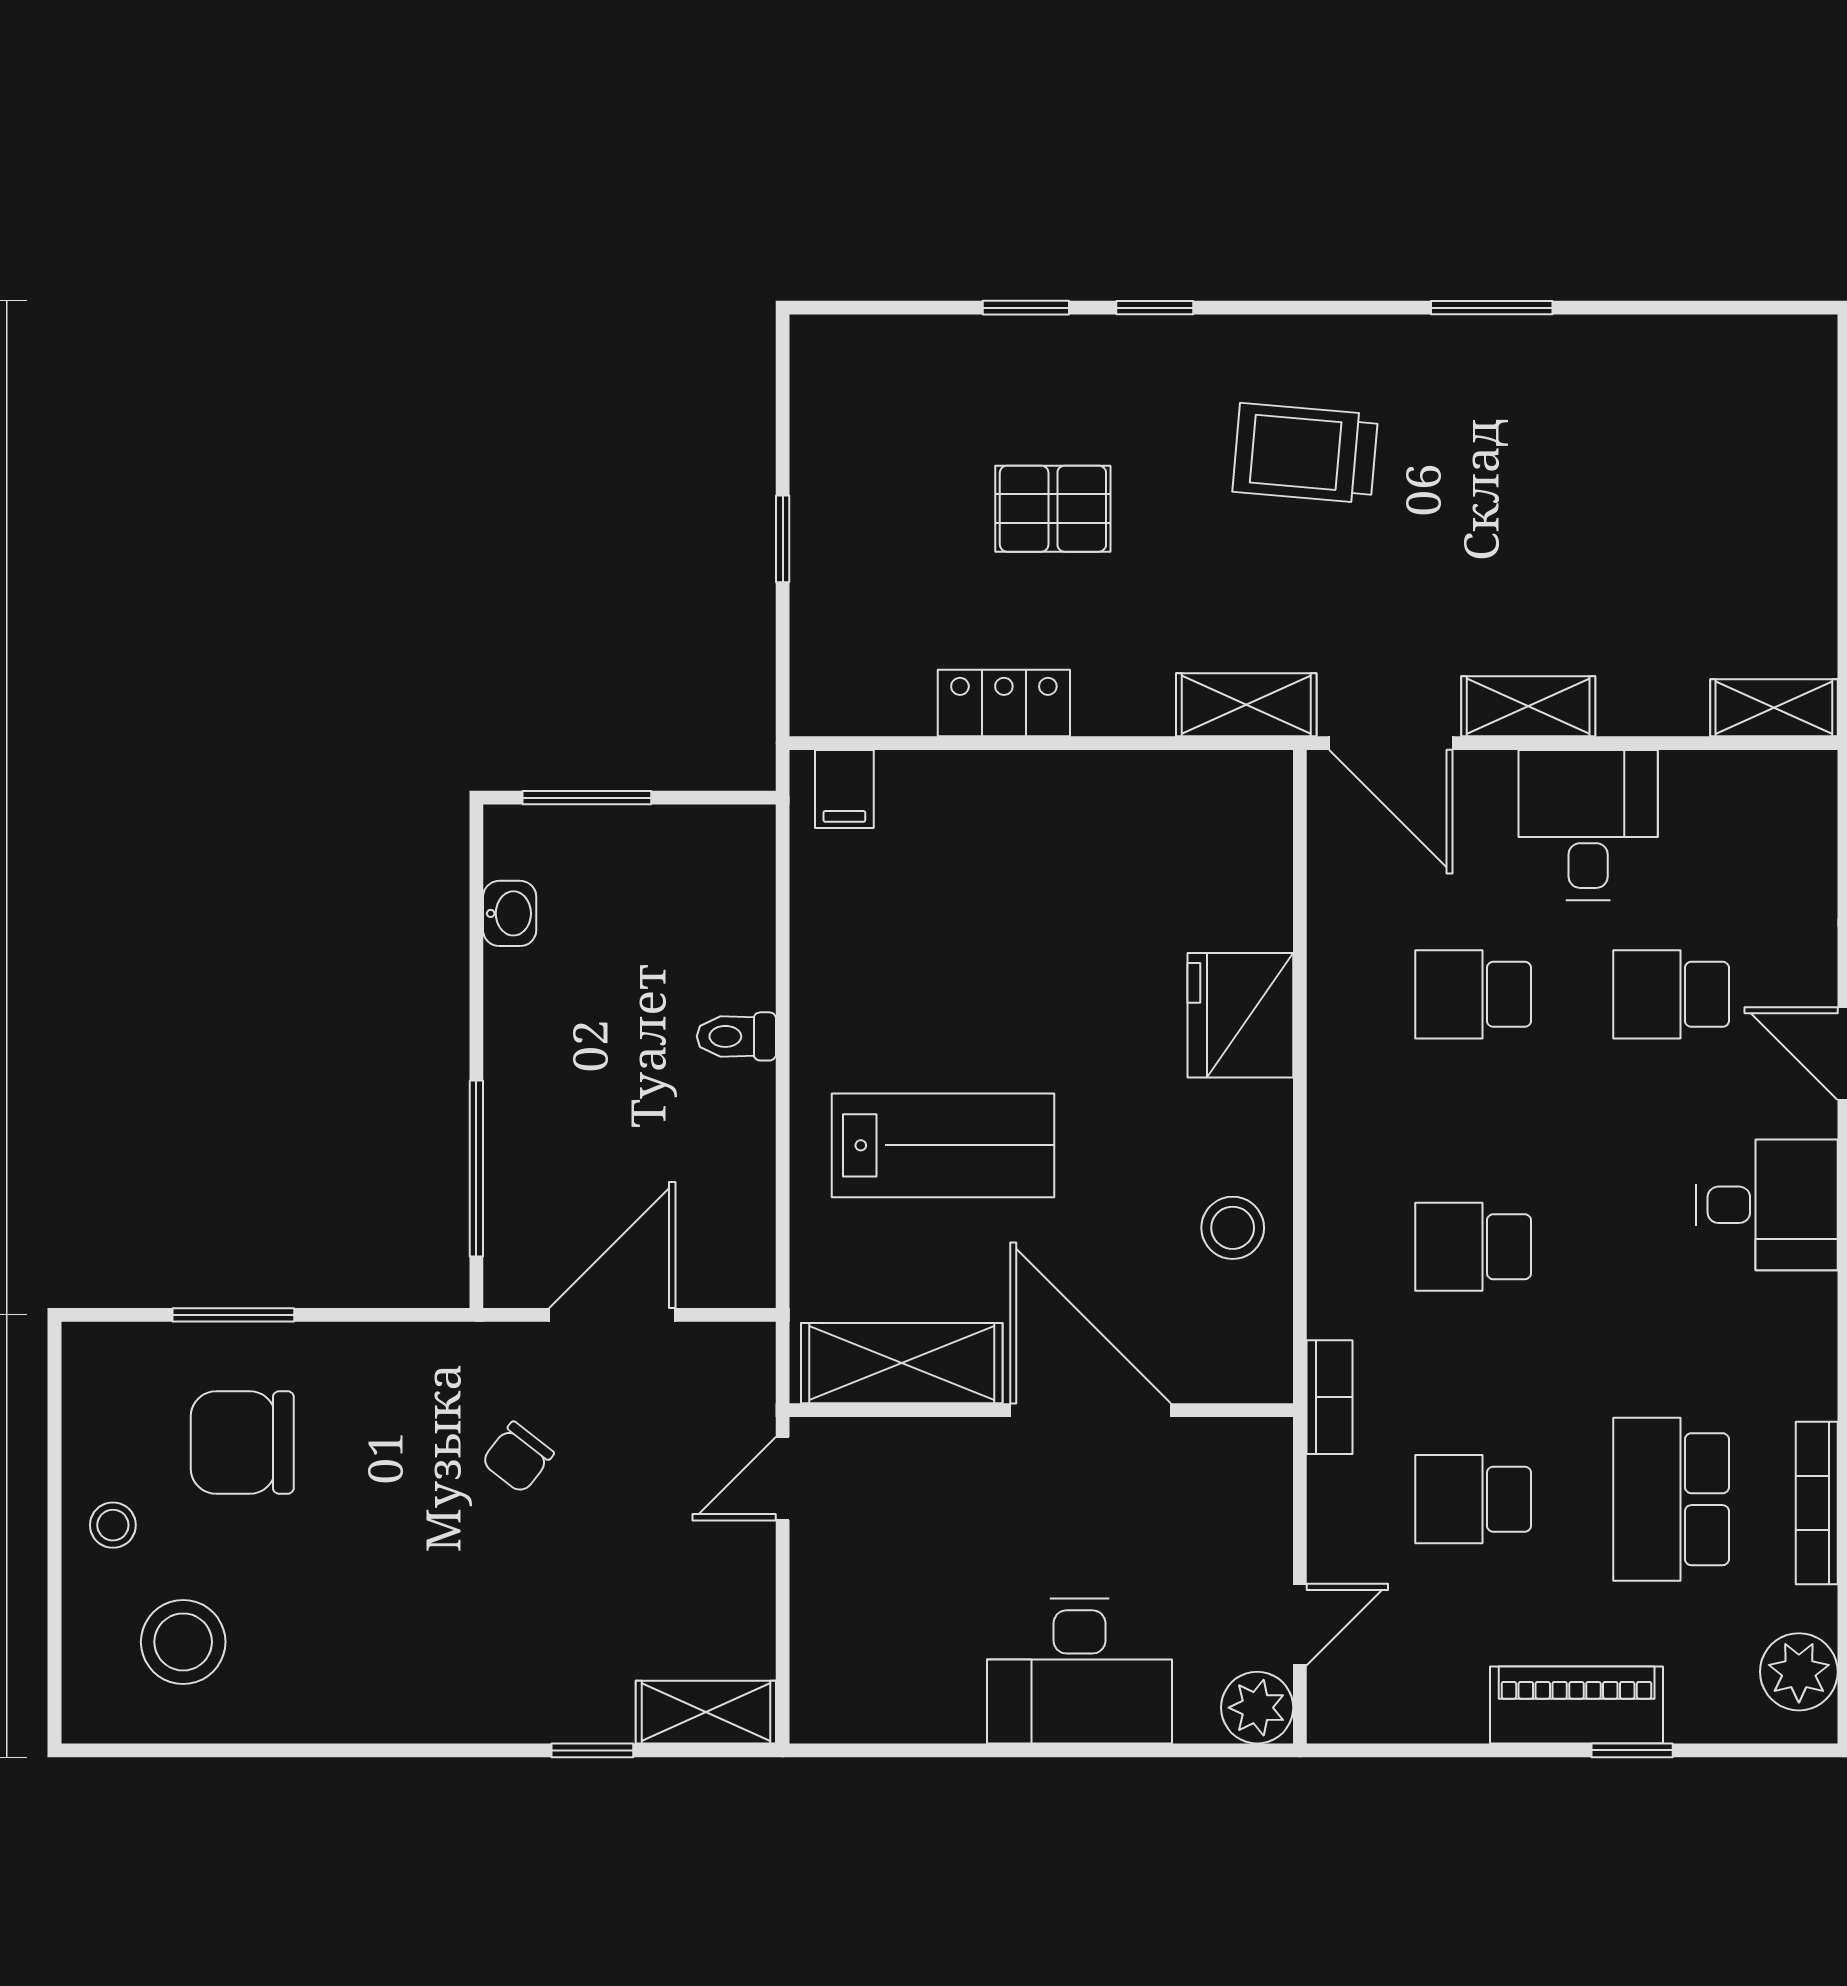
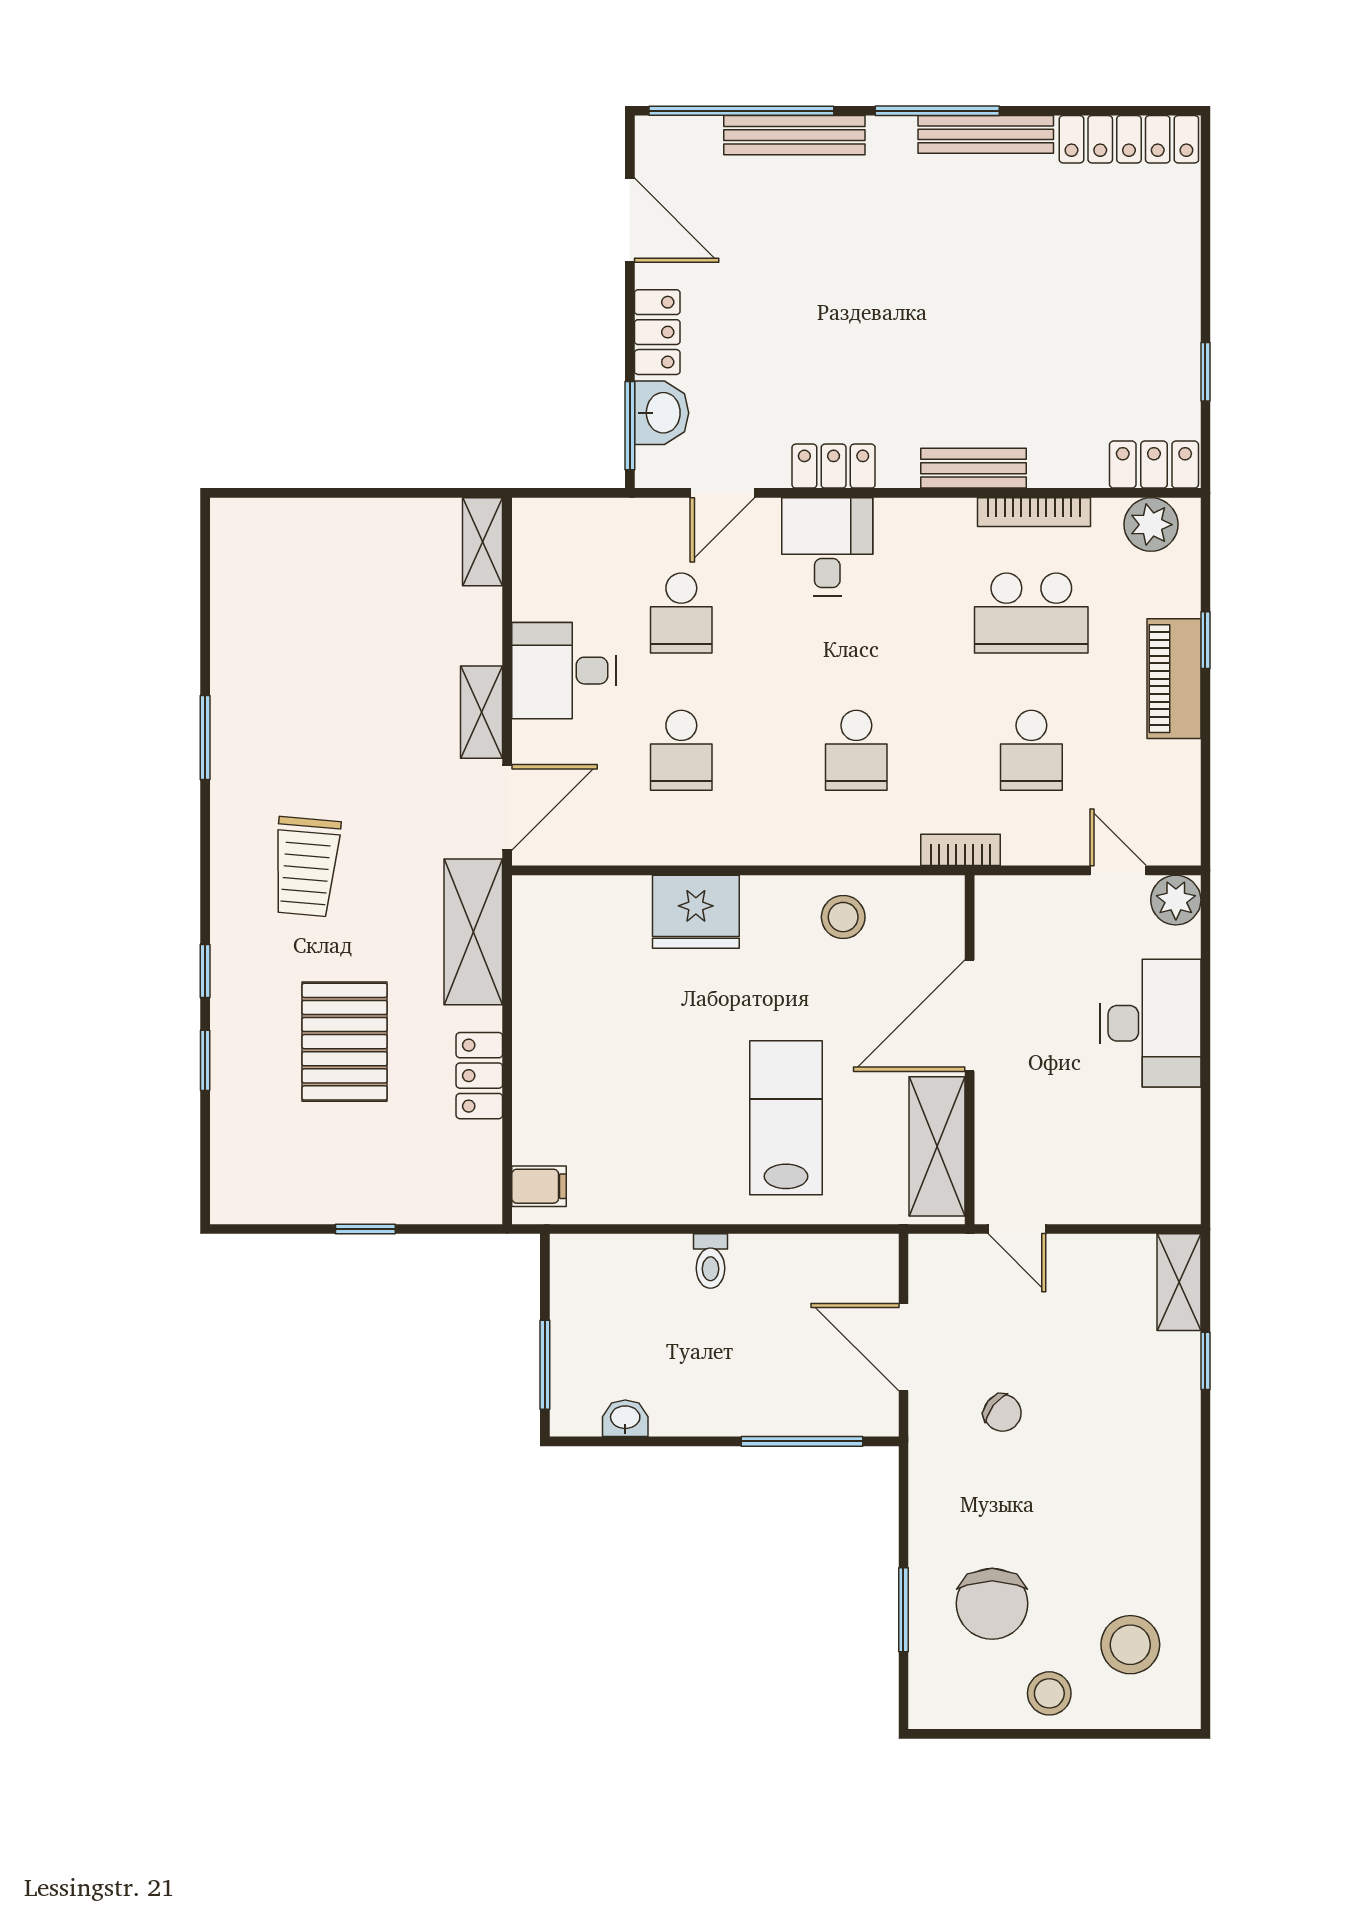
pallet: (1053, 509) -> (345, 1042), width x1.50, depth x1.42
shelving: (1246, 705) -> (473, 932), width x1.50, depth x1.33
stool: (113, 1525) -> (1049, 1693), width x1.37, depth x1.37

